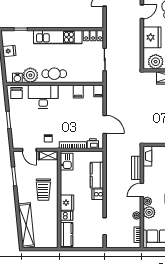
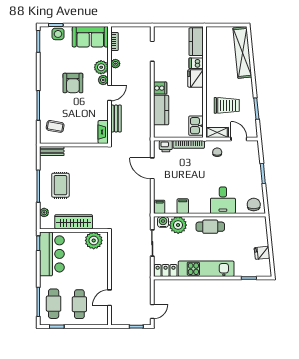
fridge: (152, 37) -> (98, 269), removed
plant: (30, 75) -> (178, 225), moved
water cooler: (17, 78) -> (163, 222), moved
desk: (43, 97) -> (223, 200), width x0.73
trolley: (43, 190) -> (227, 105), moved, turned 90

